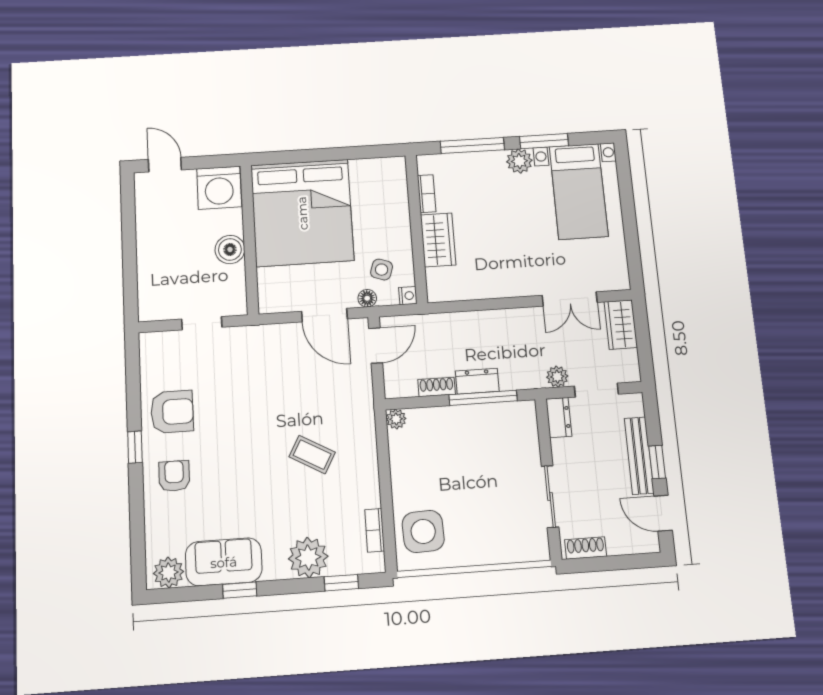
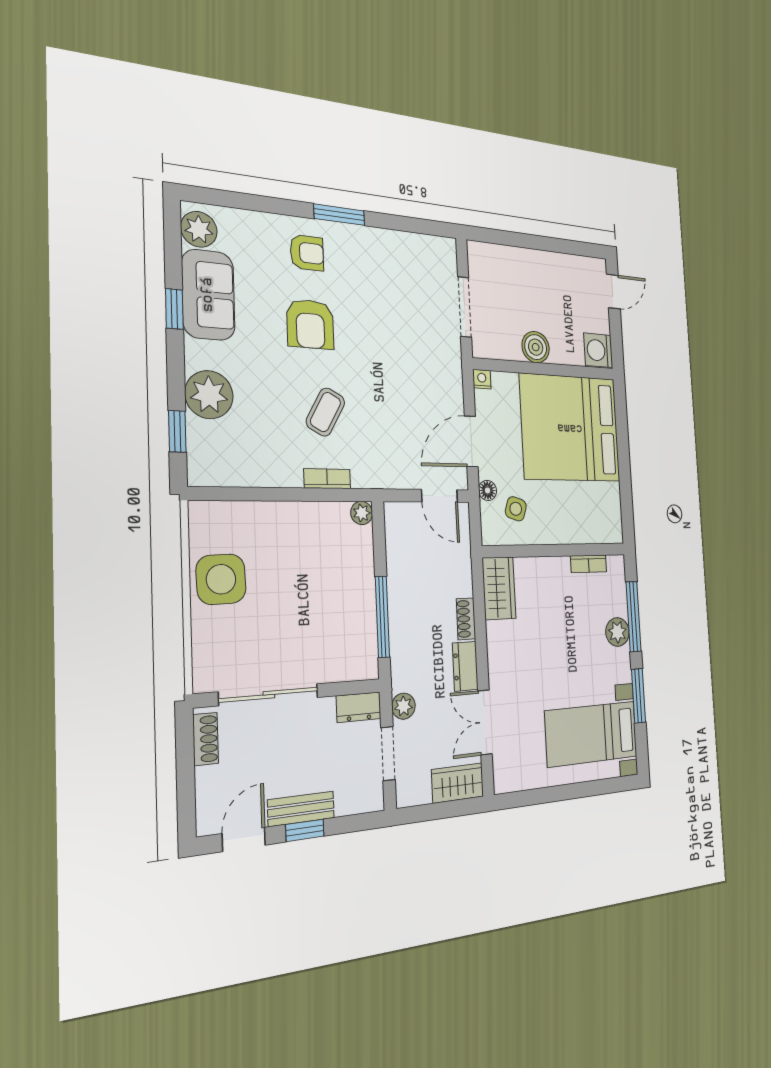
plant: (519, 161) -> (617, 632), moved
washing machine: (219, 188) -> (598, 350), width x0.73, depth x0.73
wardrobe: (438, 240) -> (499, 588), moved, turned -90
nightstand: (408, 296) -> (482, 379), moved, turned 180
doorway: (202, 323) -> (465, 307), width x1.38
dresser: (477, 381) -> (465, 666), moved, turned 180
shoe rack: (437, 387) -> (466, 619), moved, turned 180
armchair: (172, 412) -> (310, 324), moved
window: (135, 447) -> (339, 215), width x1.50
bench: (639, 456) -> (301, 809), width x0.73
sliding door: (550, 497) -> (269, 695), width x1.37
bookcase: (375, 530) -> (327, 479), moved
side table: (423, 531) -> (221, 579), moved

